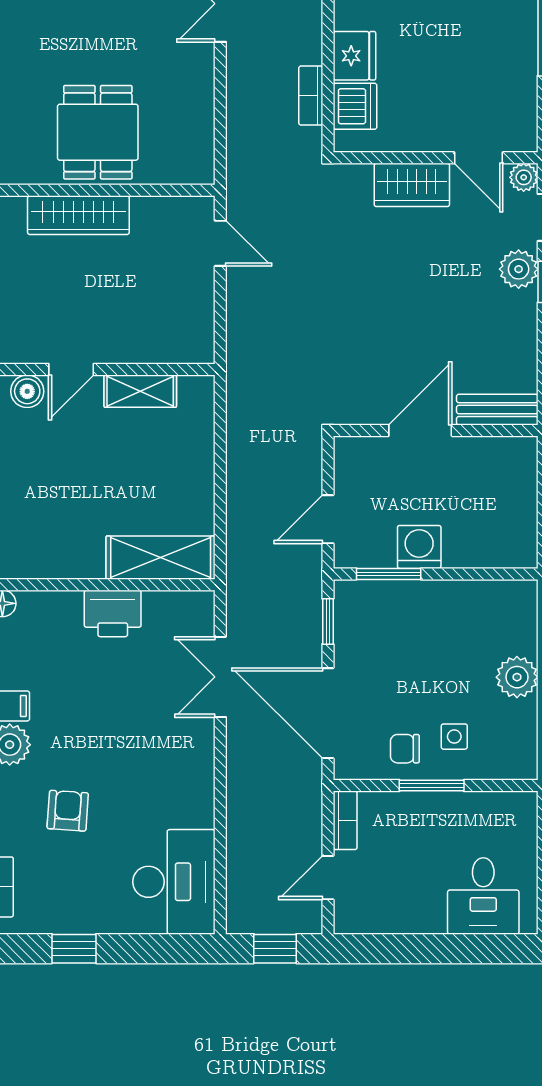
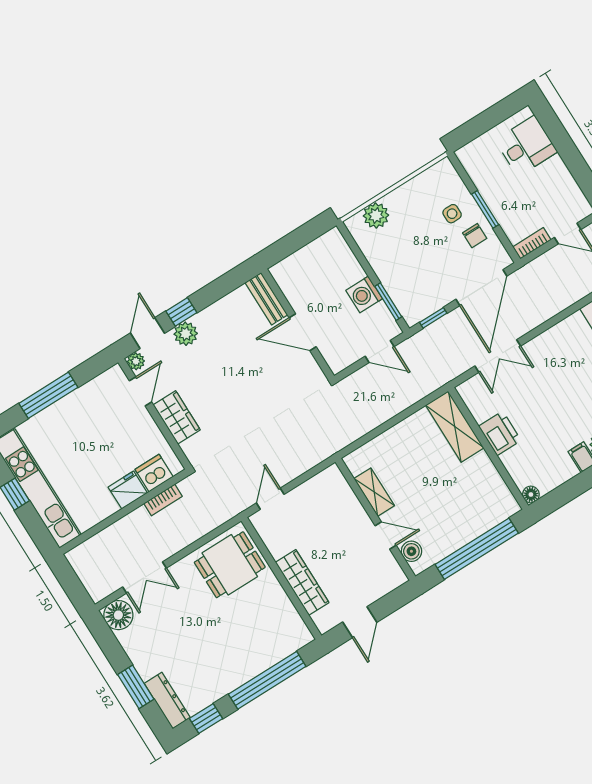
dining table: (98, 132) -> (230, 565), moved
plant: (517, 677) -> (376, 216), moved

